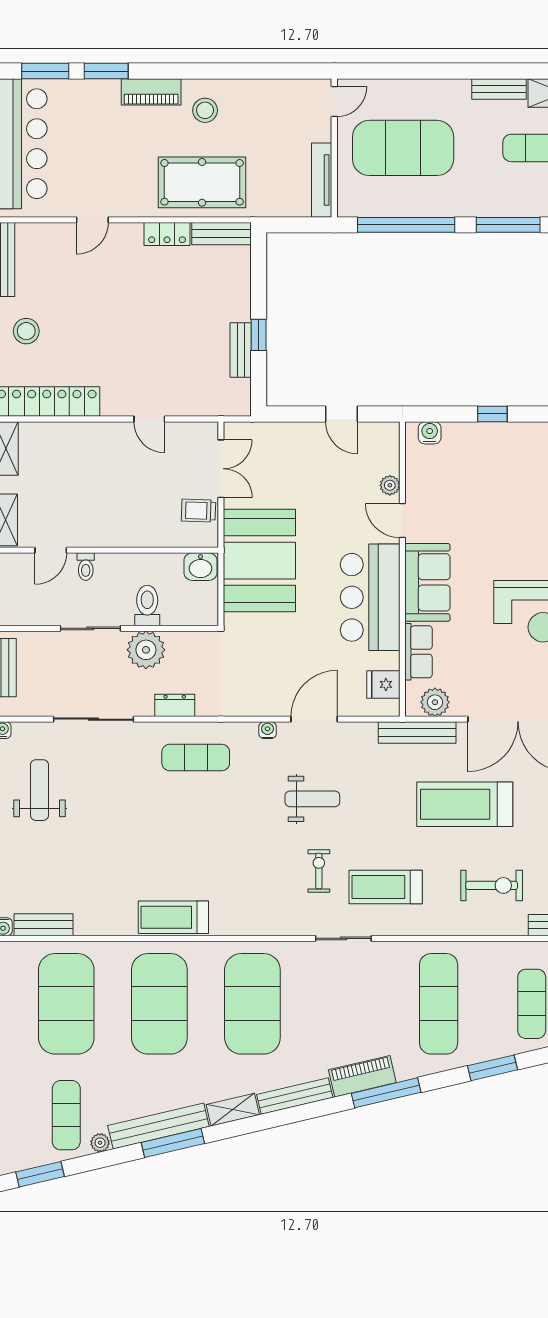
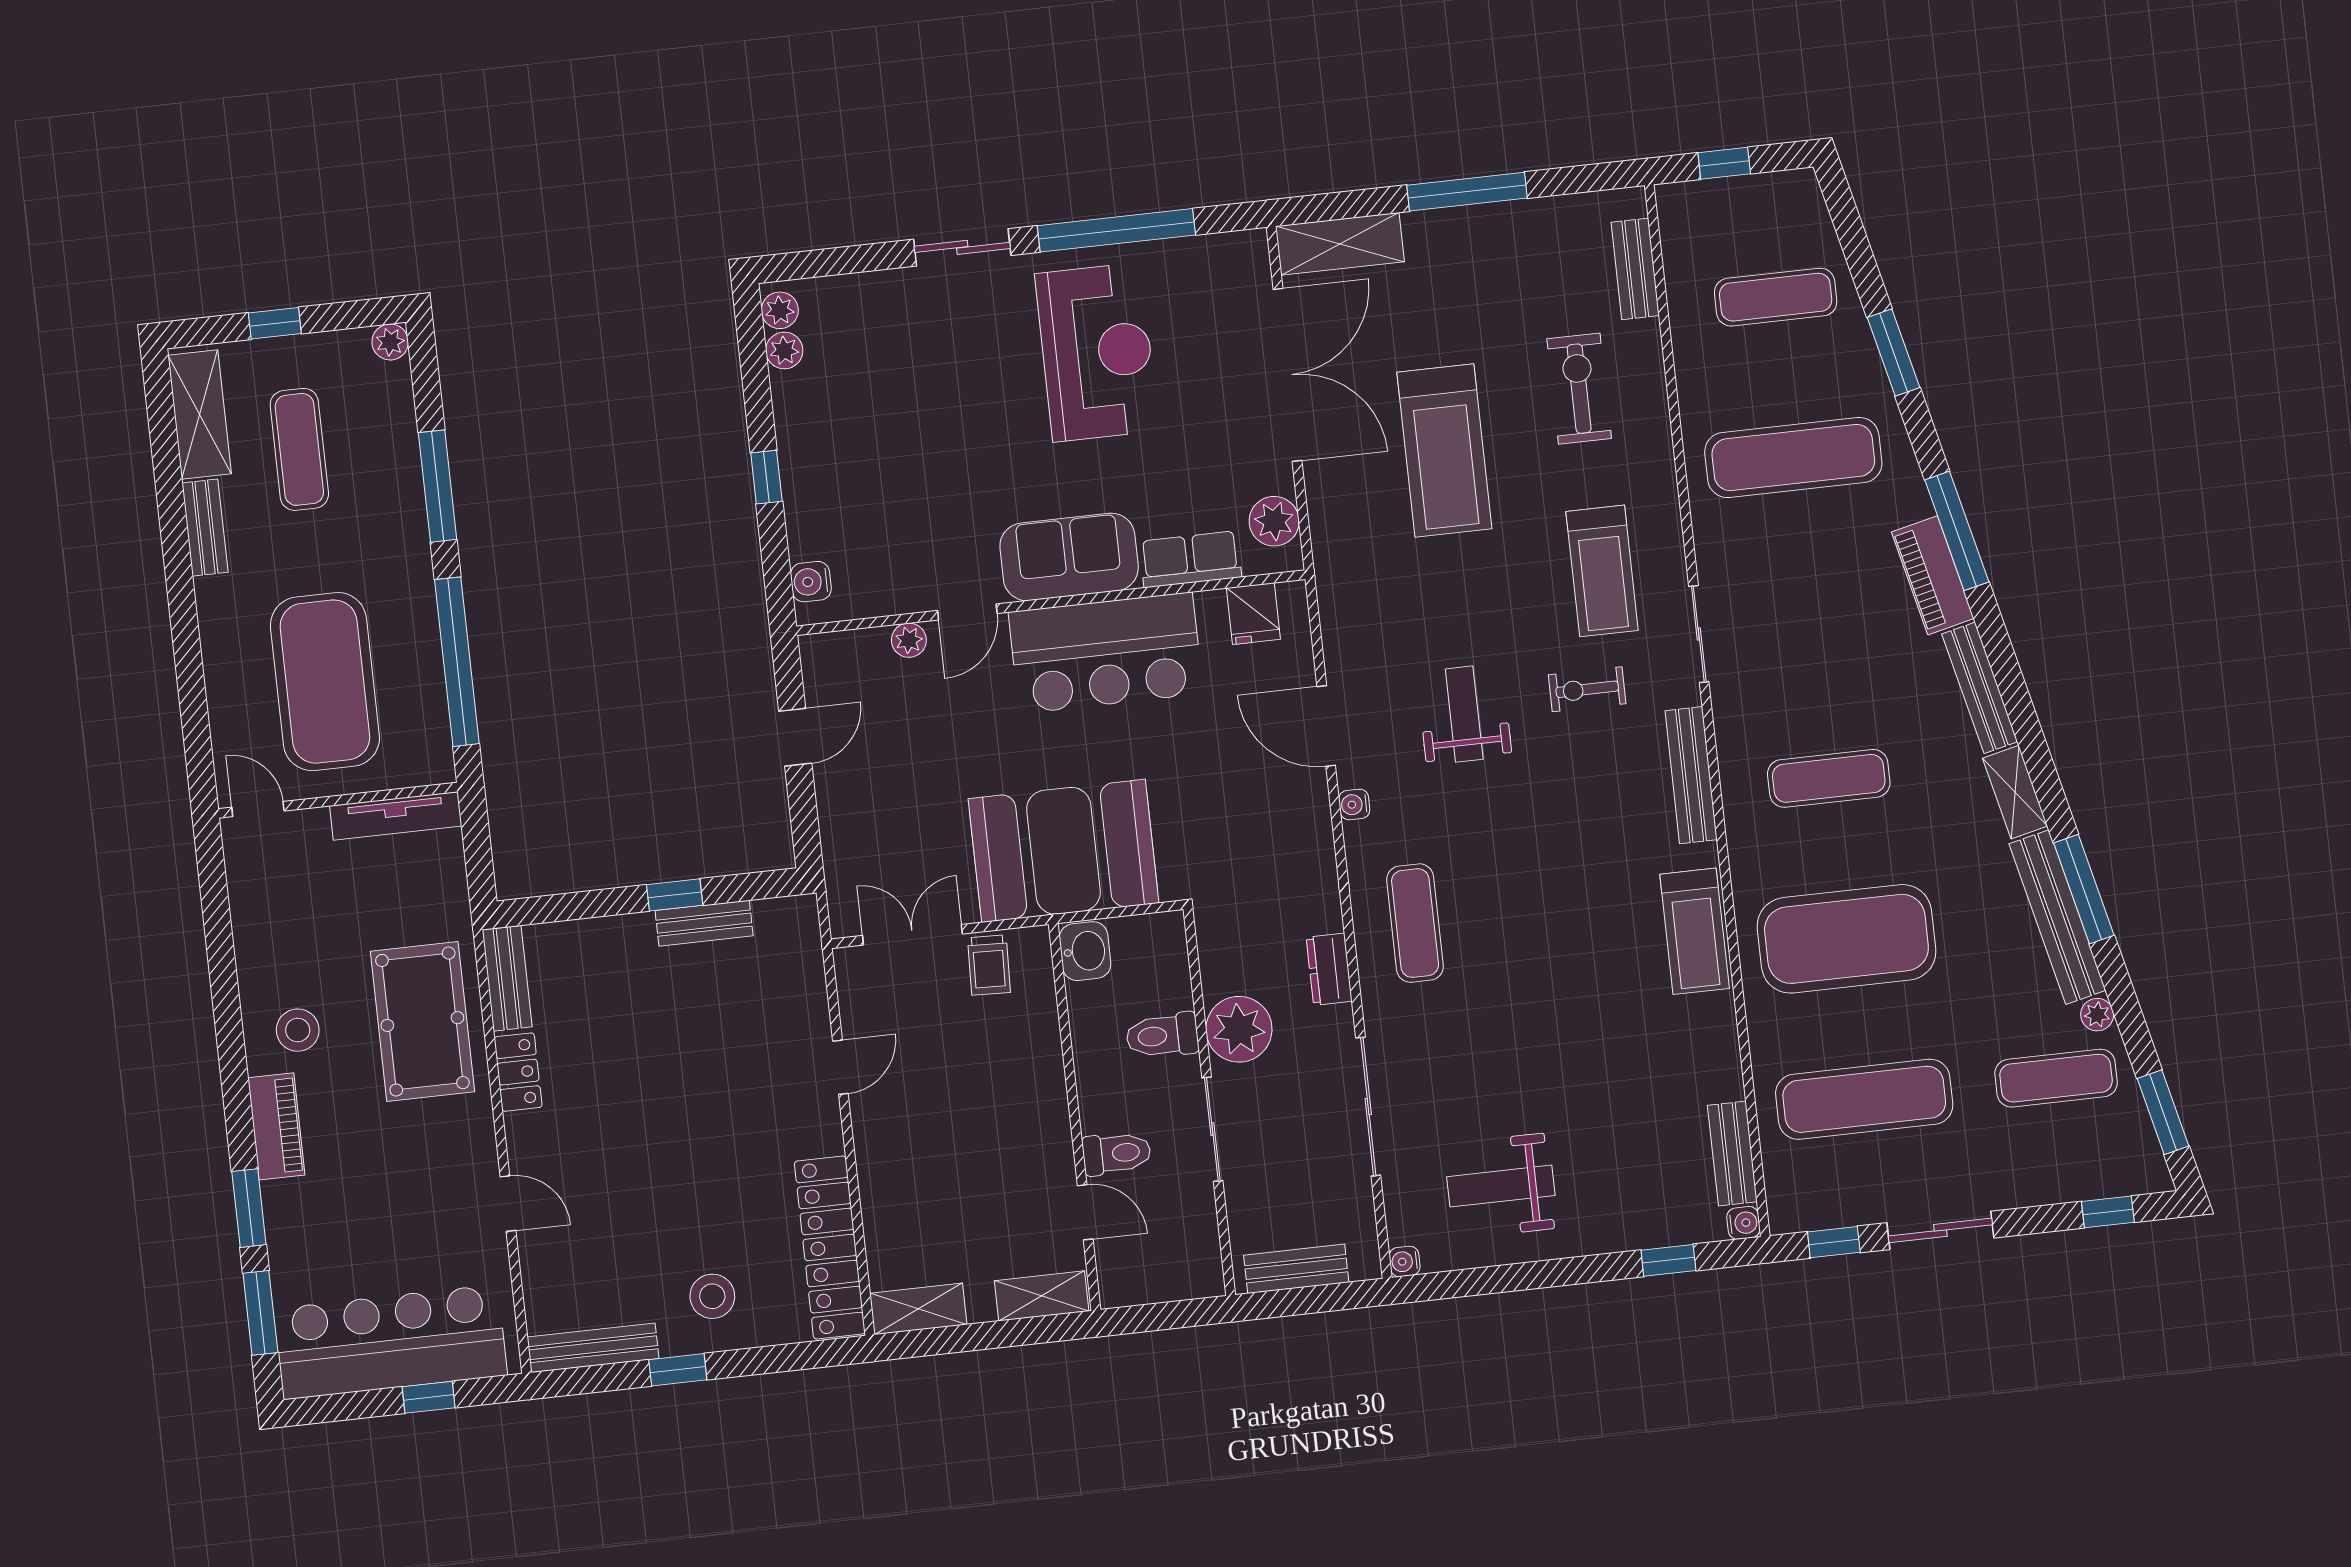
toilet: (86, 567) -> (1117, 1153), width x1.37, depth x1.39
bench: (417, 732) -> (1691, 775), moved
exercise mat: (66, 1004) -> (1864, 1099), width x0.68
exercise mat: (252, 1004) -> (1829, 778), width x0.50, depth x0.69

